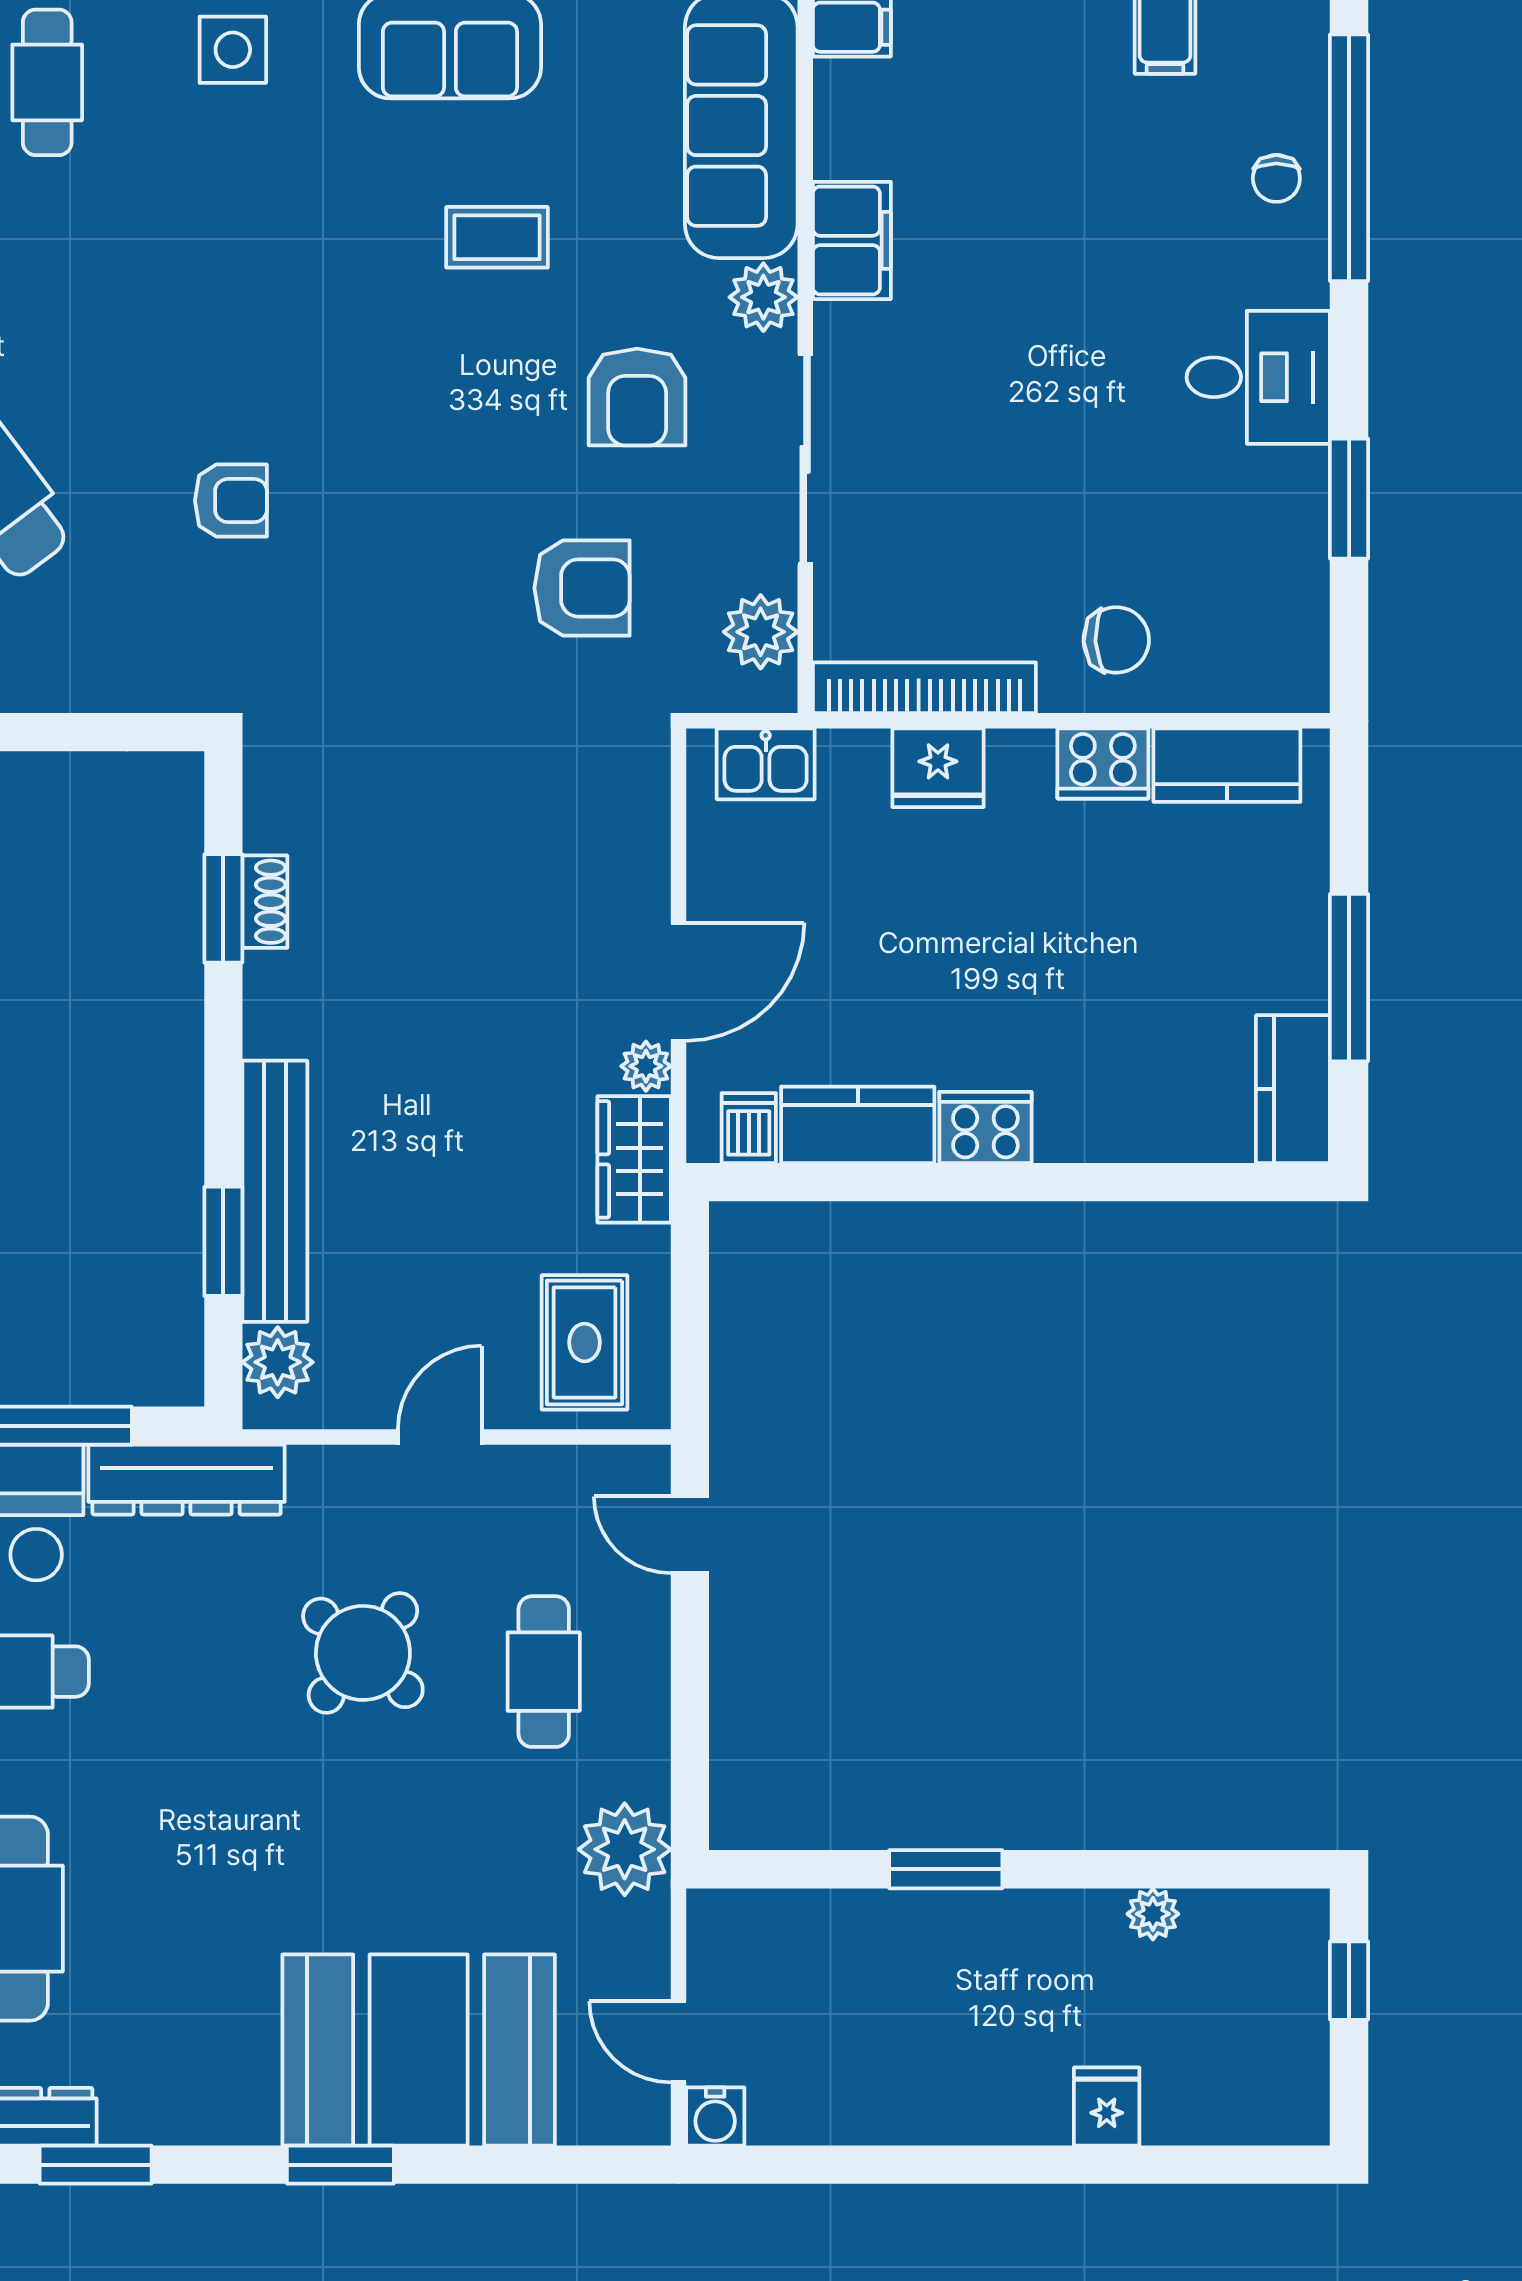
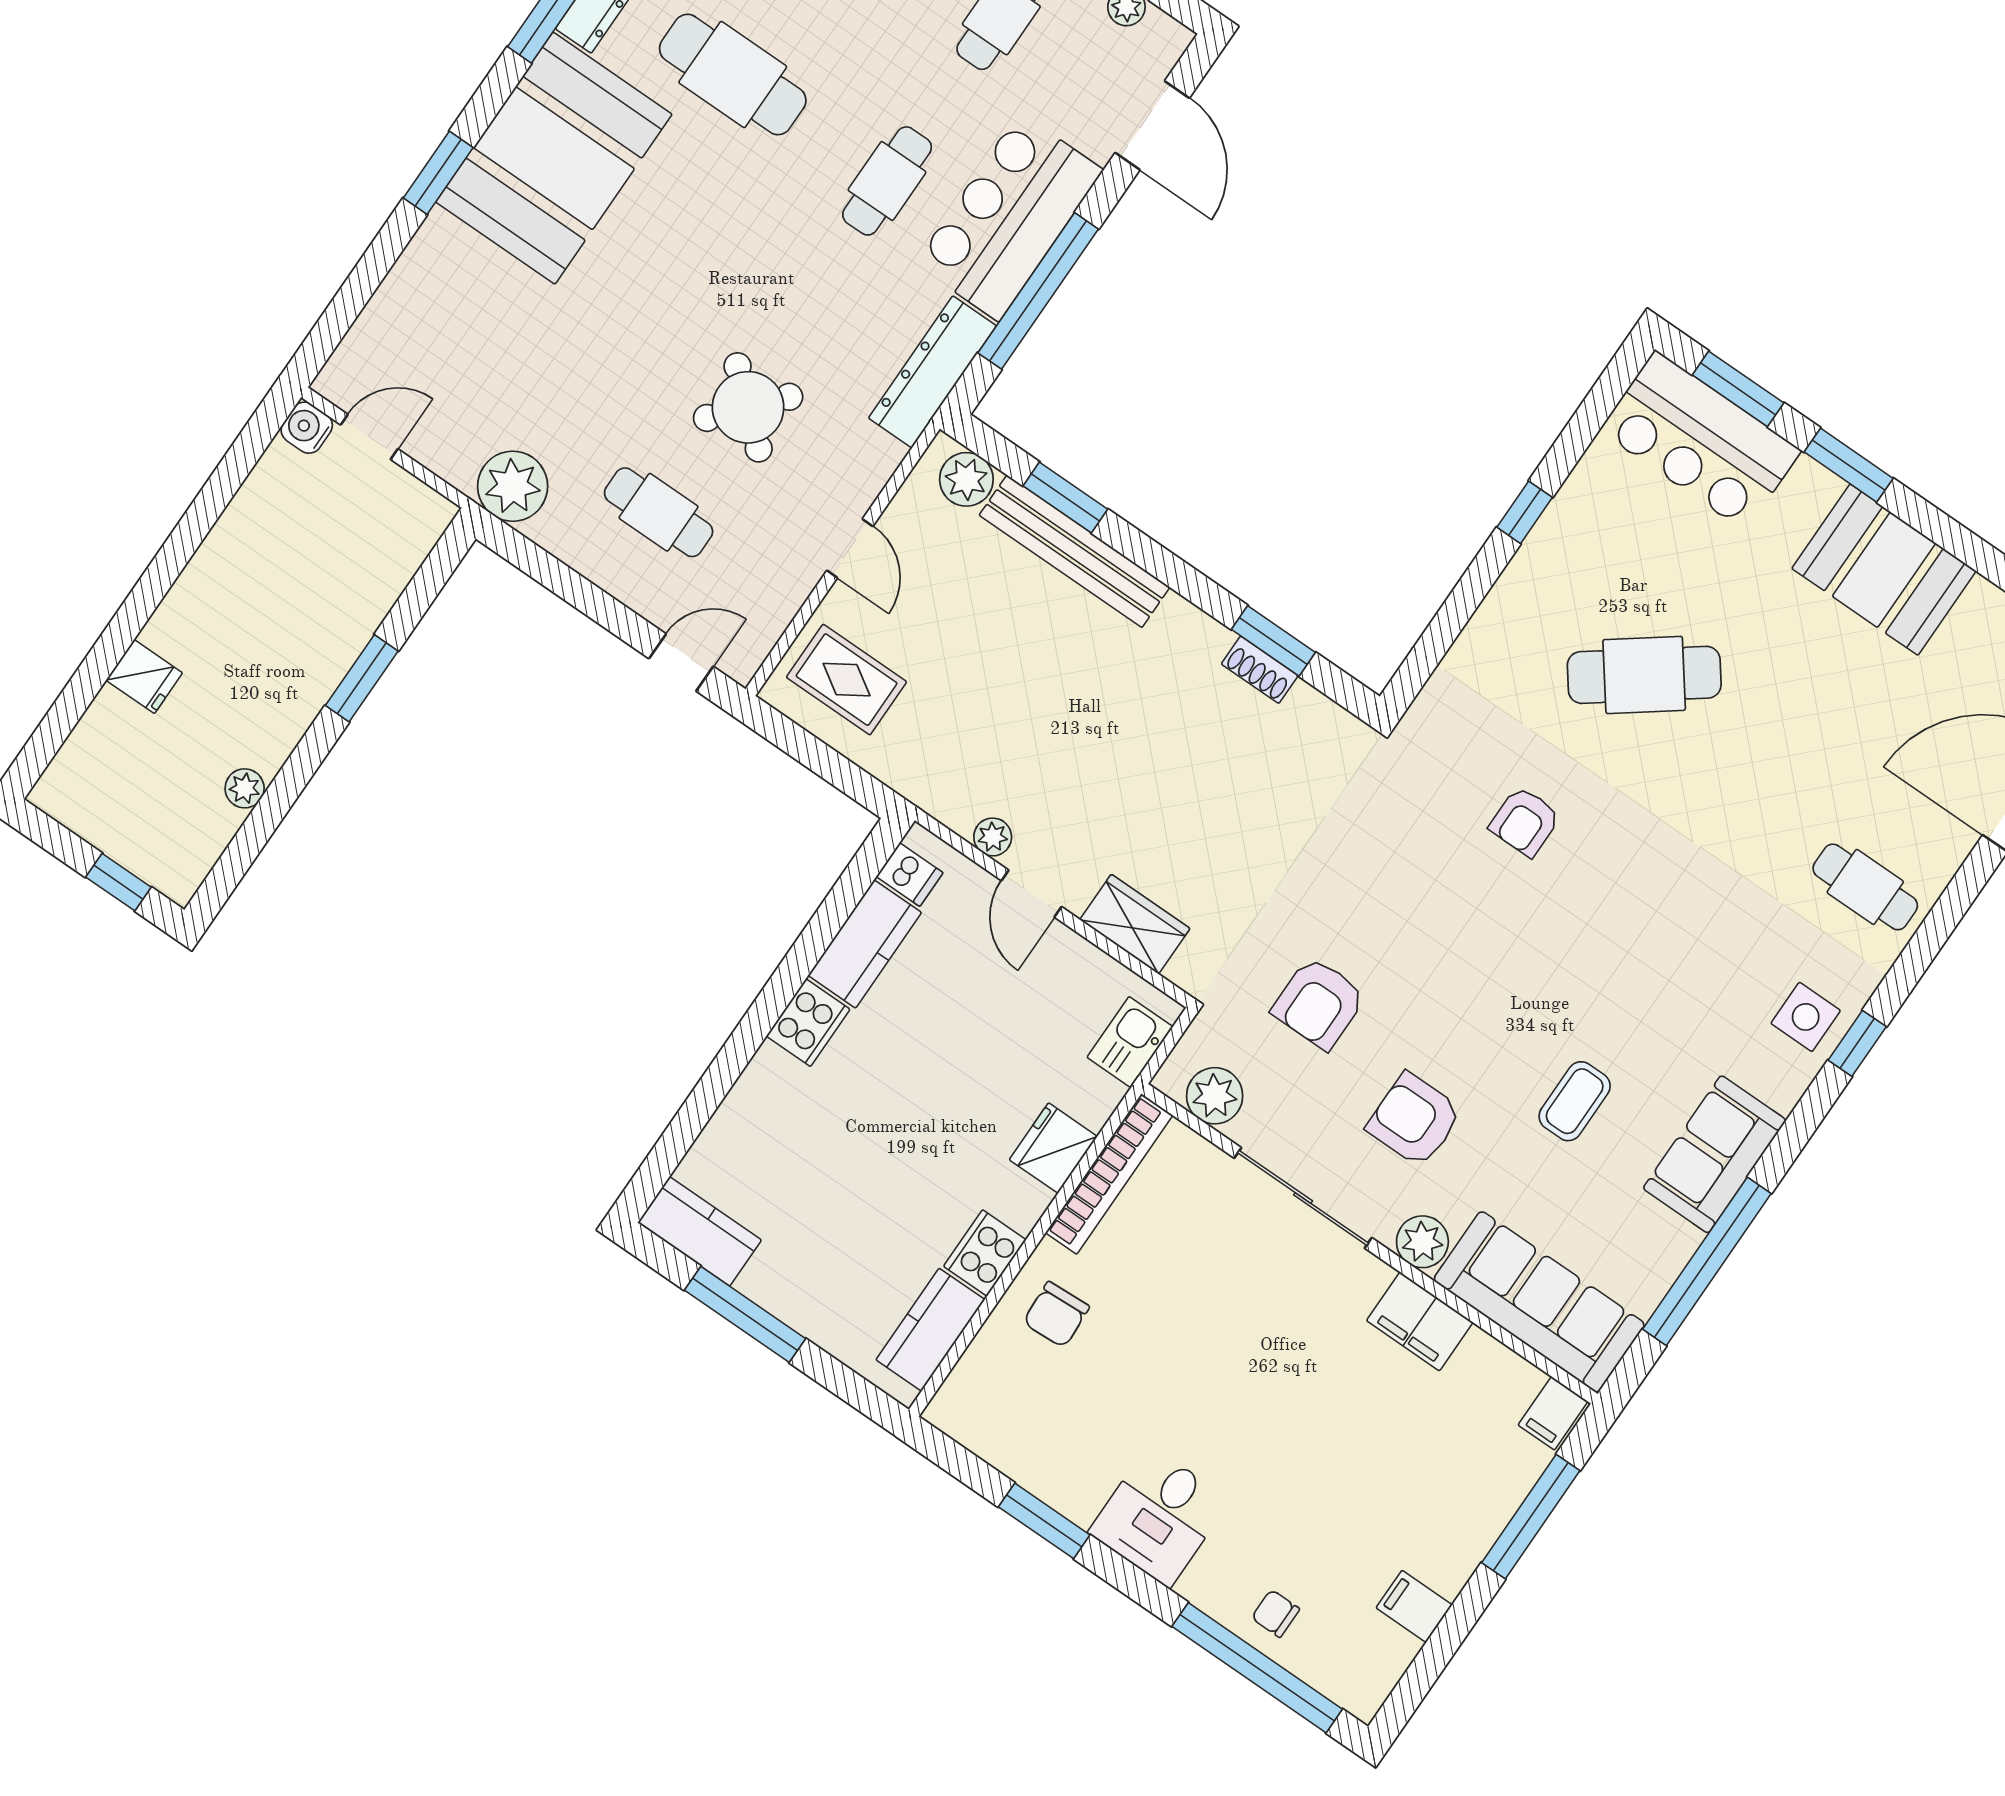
door: (678, 982) -> (1031, 894), width x0.73
wardrobe: (634, 1159) -> (1135, 924), moved
booth: (419, 2050) -> (554, 158), moved

